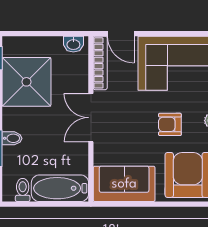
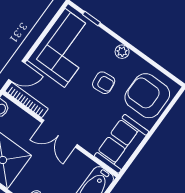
armchair: (170, 124) -> (104, 83), turned -96

